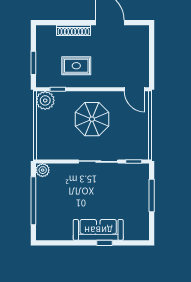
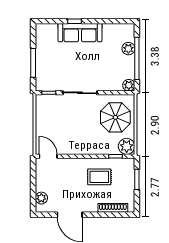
shoe rack: (73, 30) -> (113, 208), moved
plant: (142, 42) -> (41, 198), added
parasol: (92, 119) -> (115, 117), moved
plant: (43, 212) -> (128, 49), added

